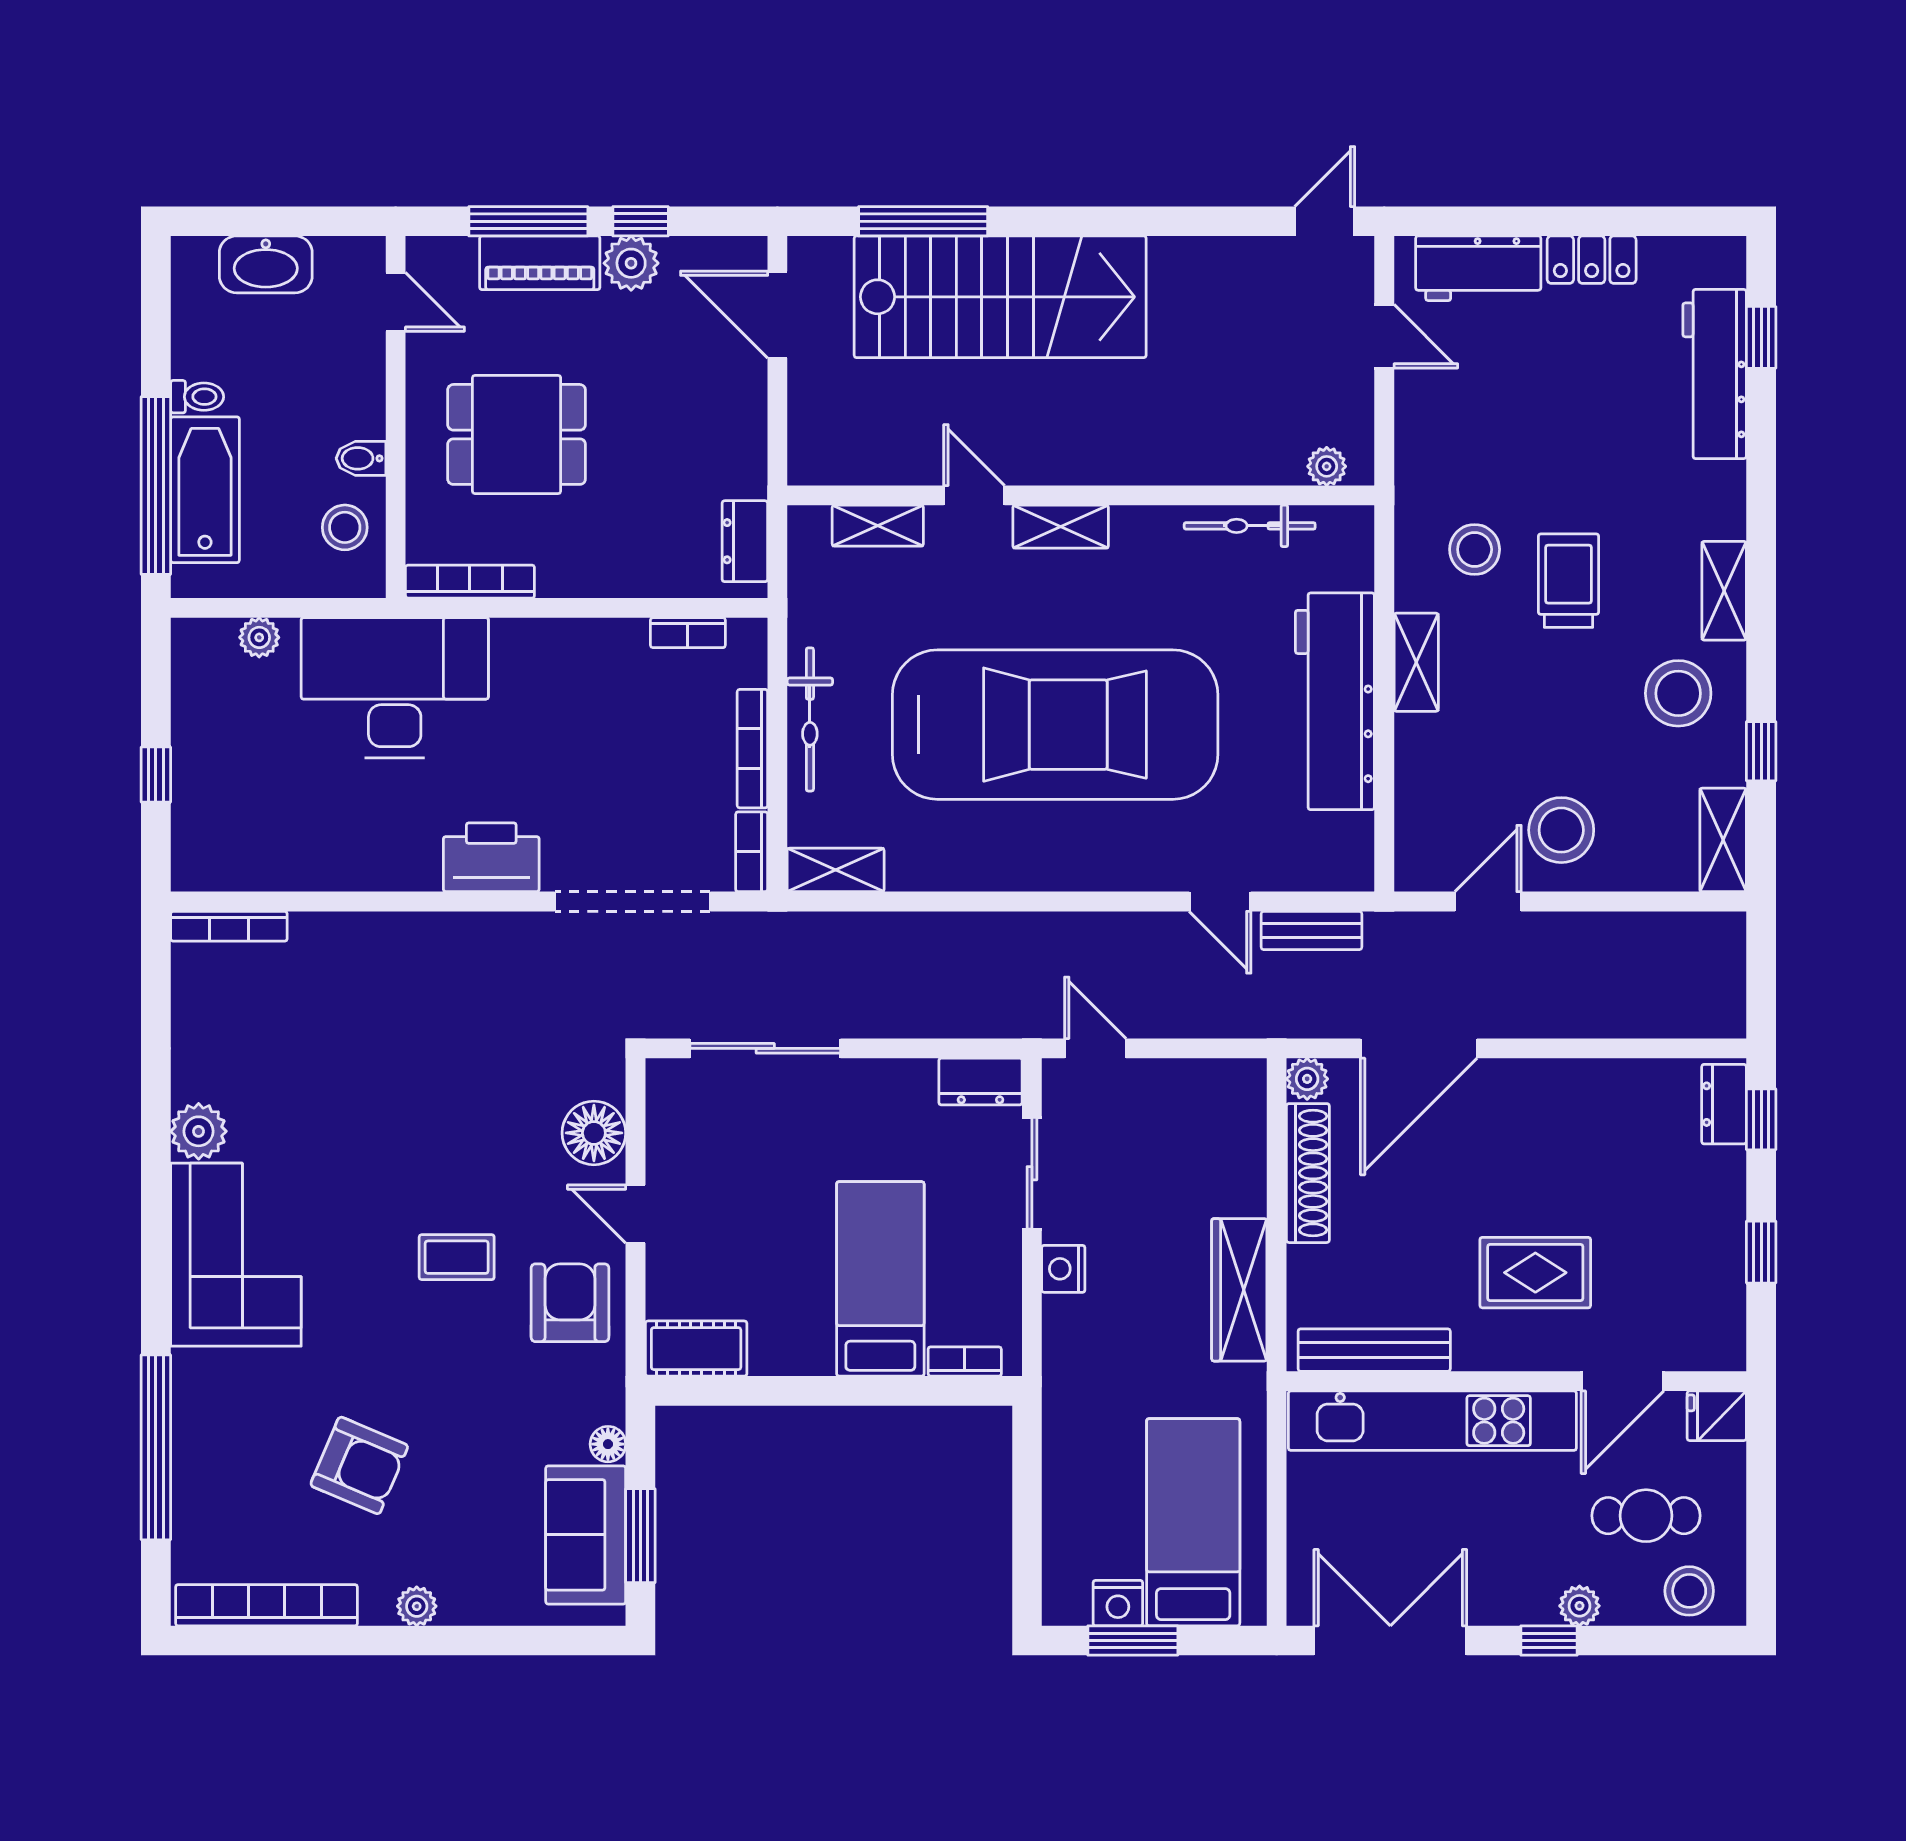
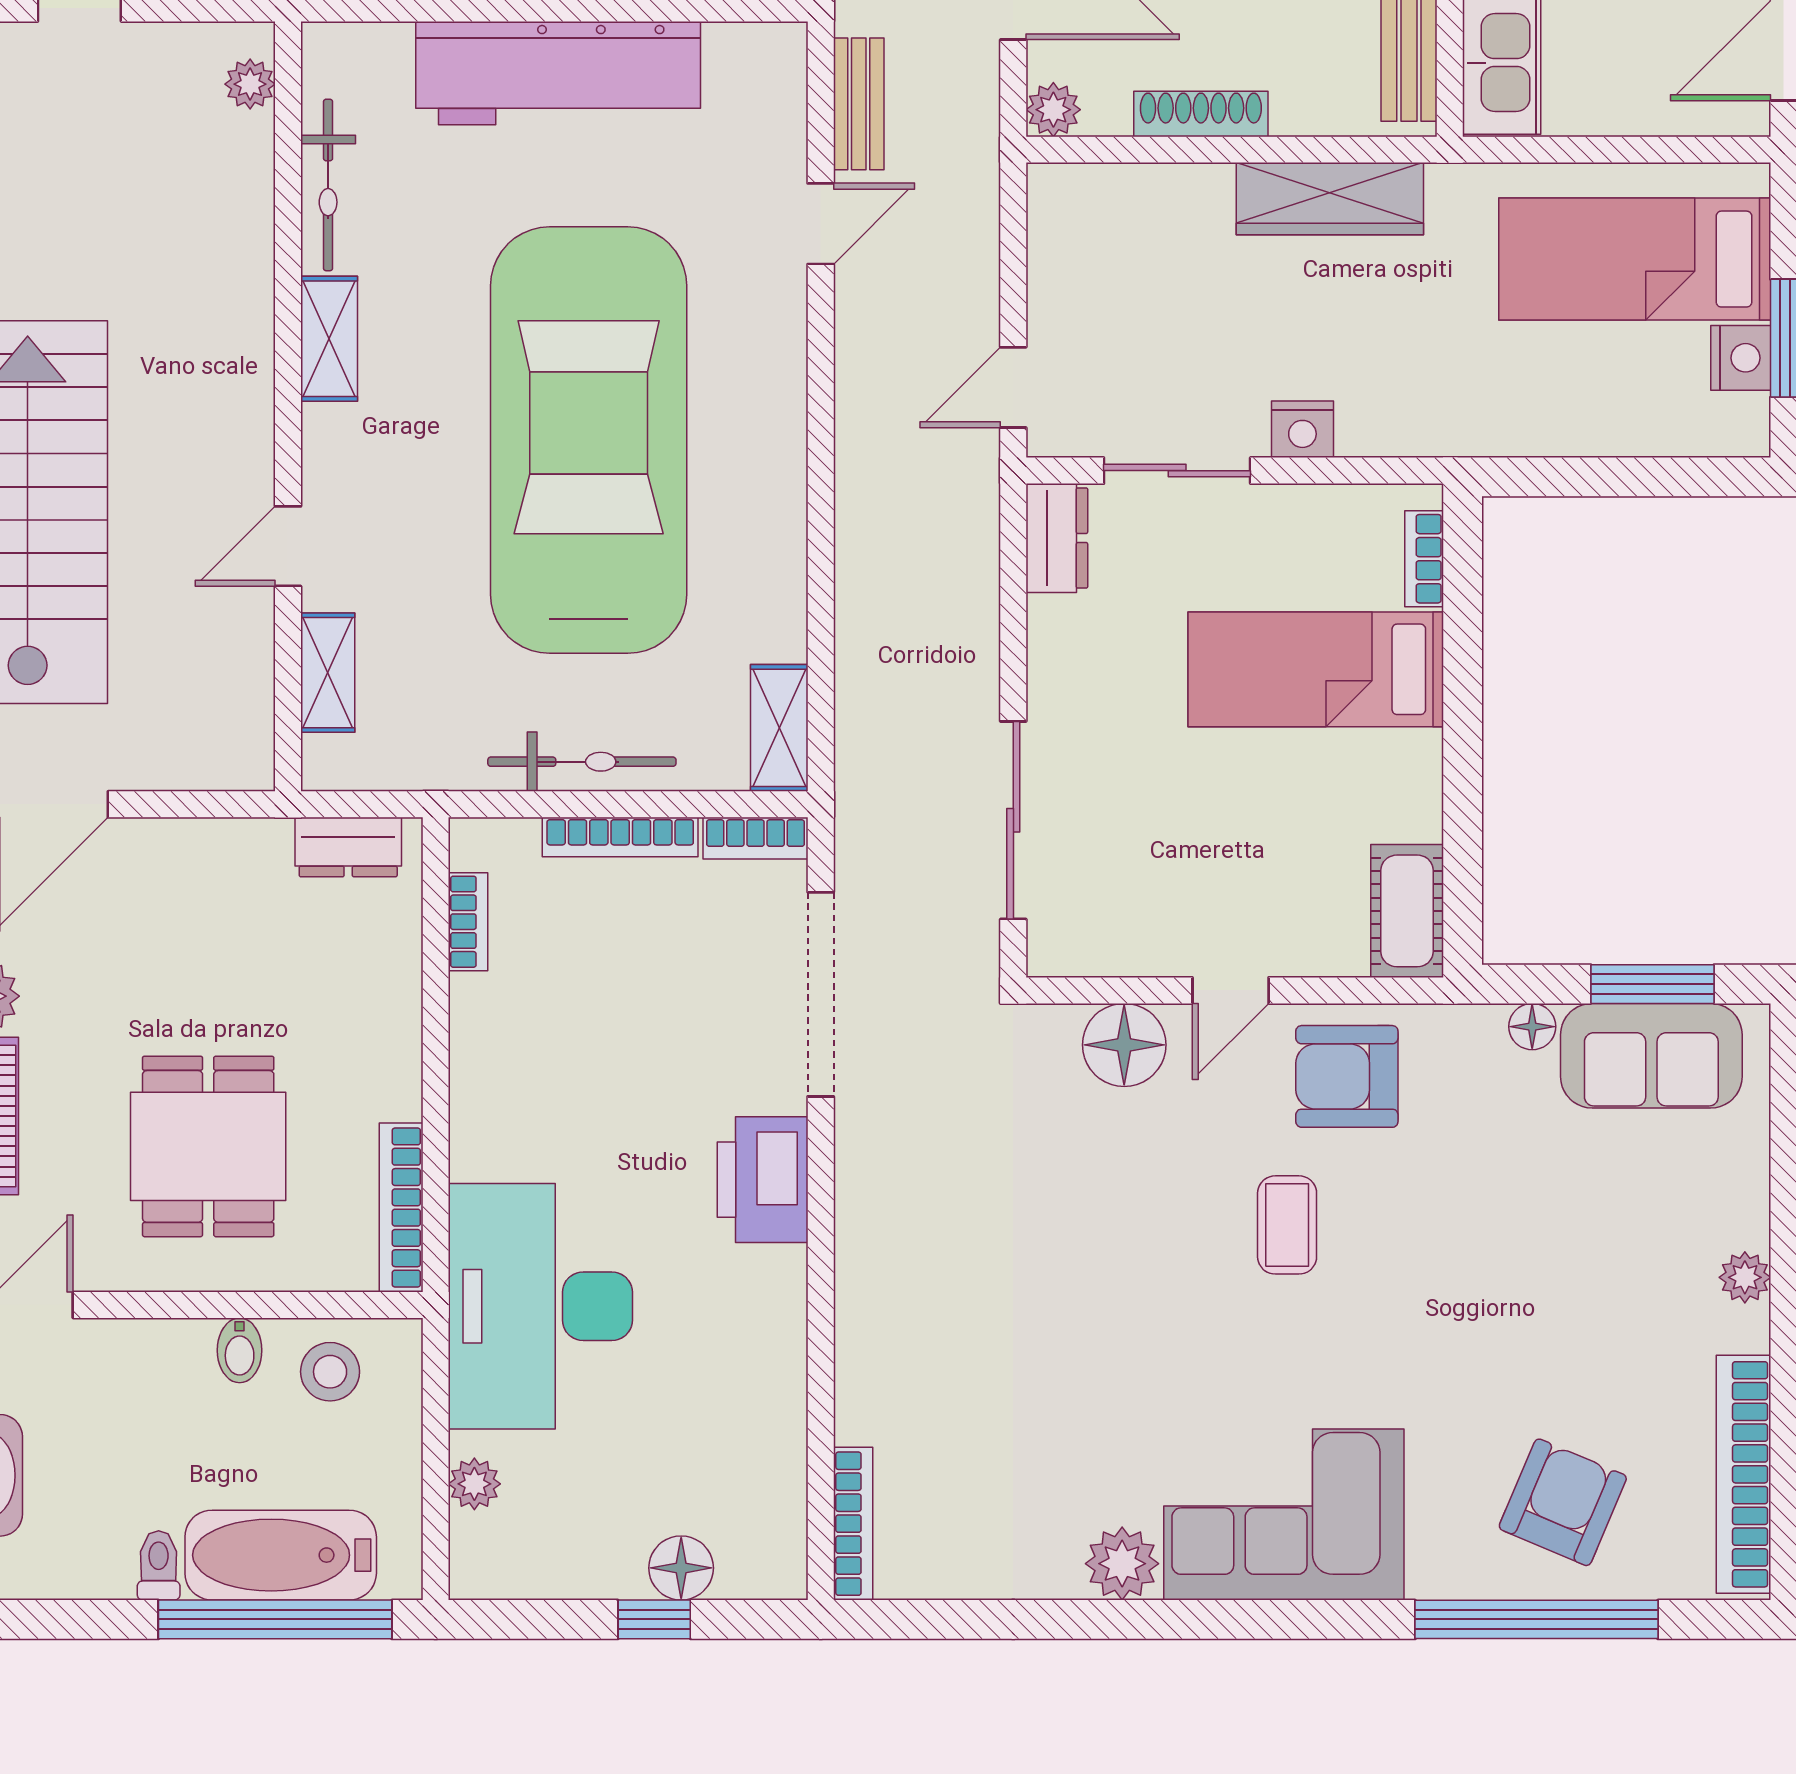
shelving: (1061, 527) -> (329, 339), moved
floor lamp: (195, 795) -> (681, 1568), added
shoe rack: (1308, 1173) -> (1201, 114), width x0.74, depth x0.81
armchair: (359, 1465) -> (1563, 1502), moved

